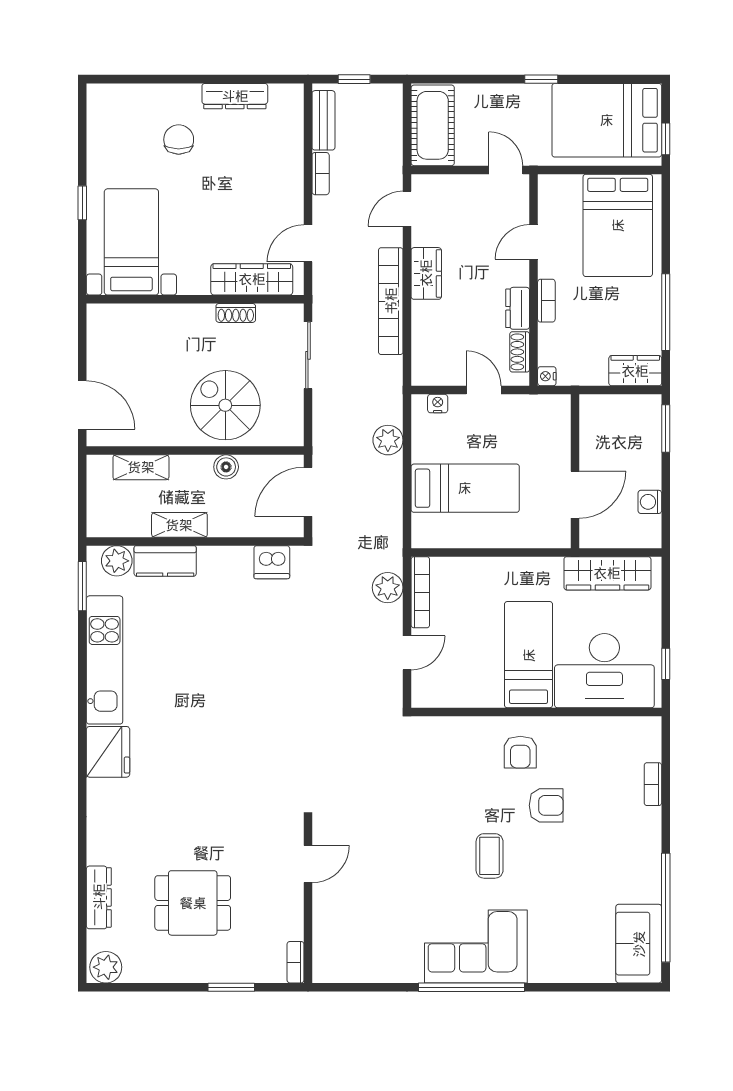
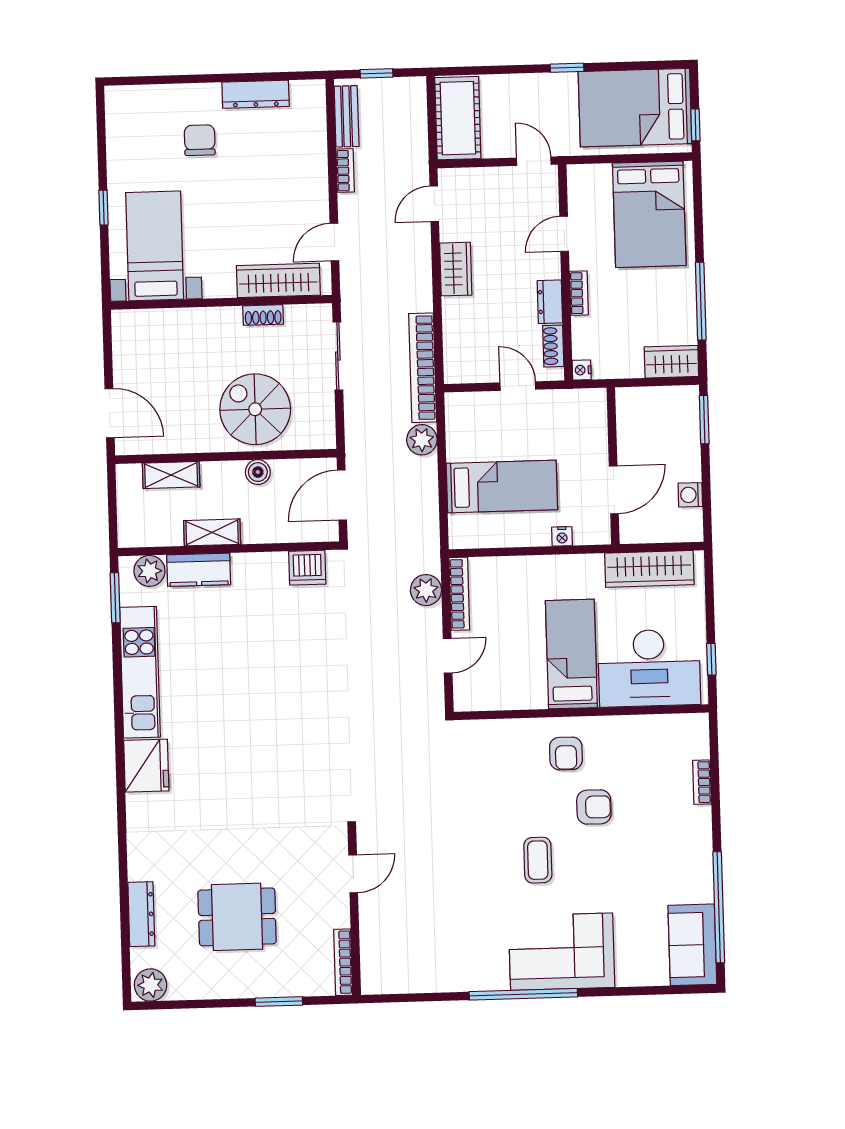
bookcase: (391, 301) -> (423, 368), moved
nightstand: (438, 404) -> (562, 536), moved, turned 180
corner sofa: (476, 947) -> (562, 952), moved
bookcase: (295, 962) -> (343, 962), width x1.56

